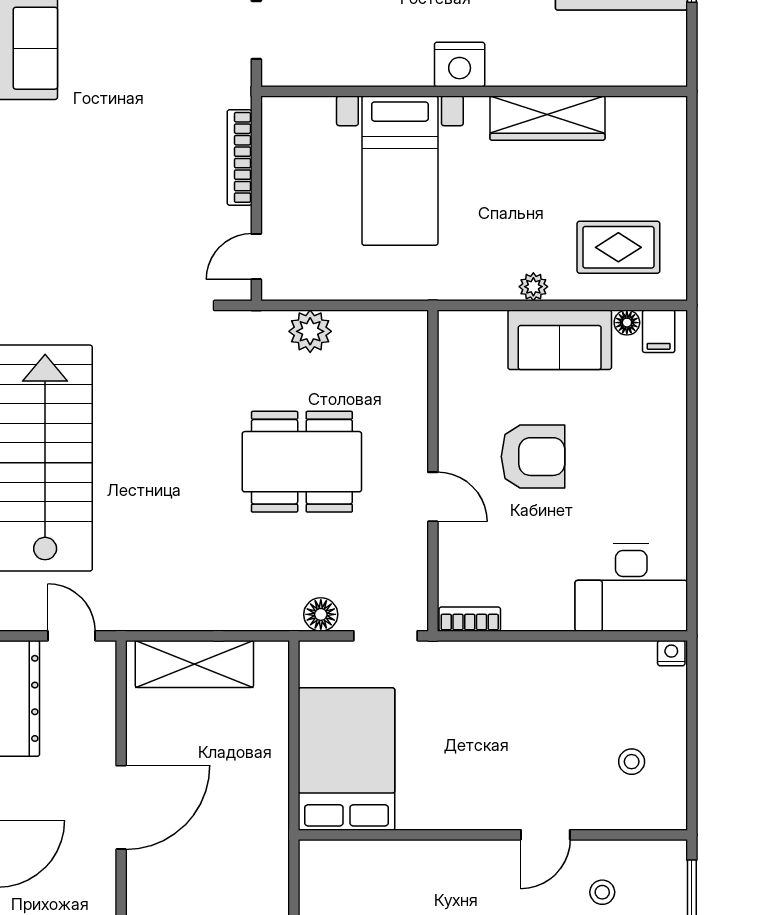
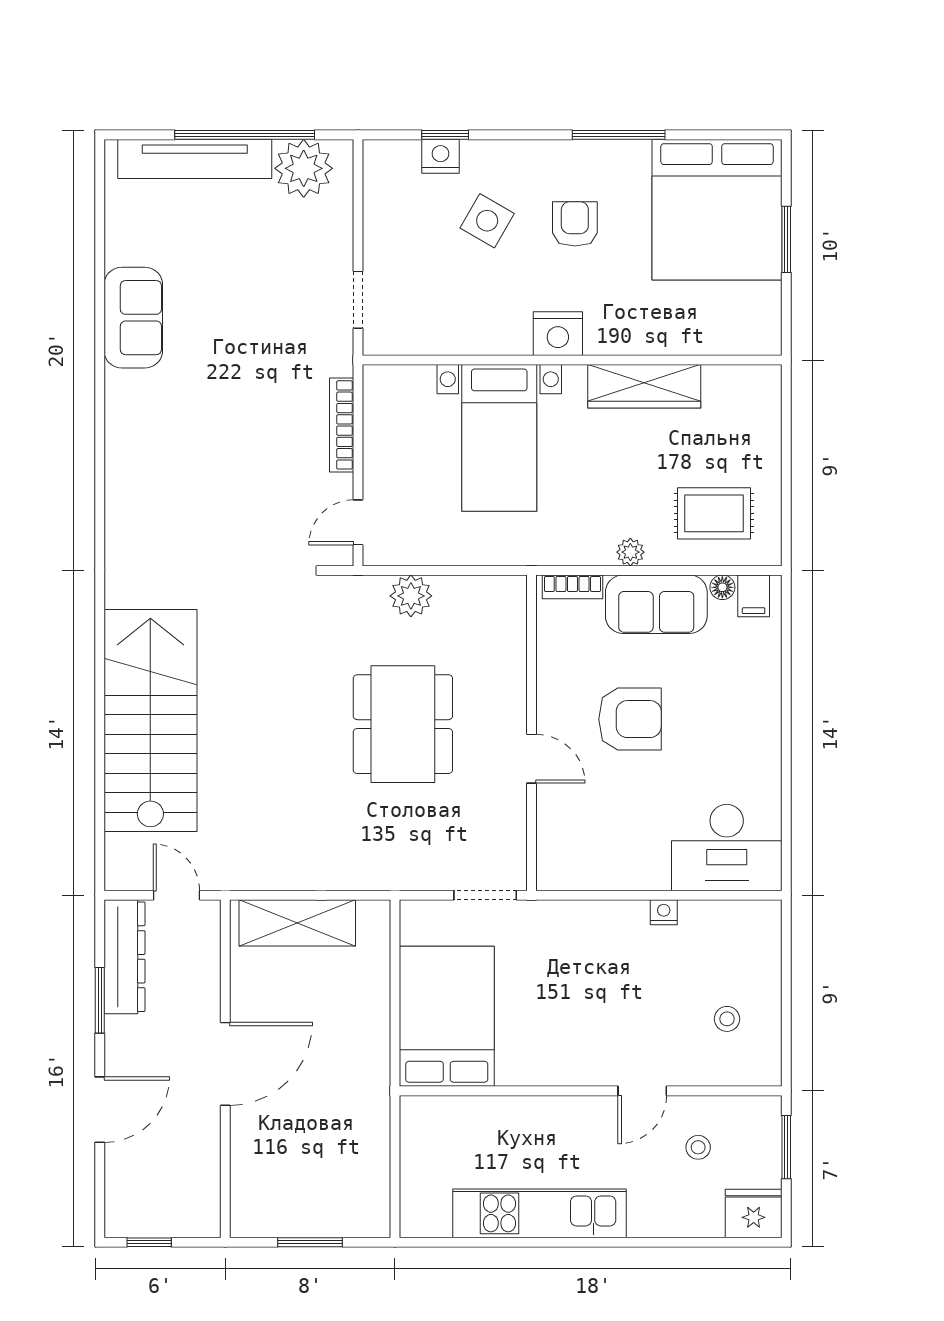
dining table: (302, 462) -> (403, 724), turned 90
floor lamp: (321, 614) -> (421, 874), removed
bookcase: (470, 619) -> (572, 587), moved, turned 180
nightstand: (671, 653) -> (664, 912), moved

